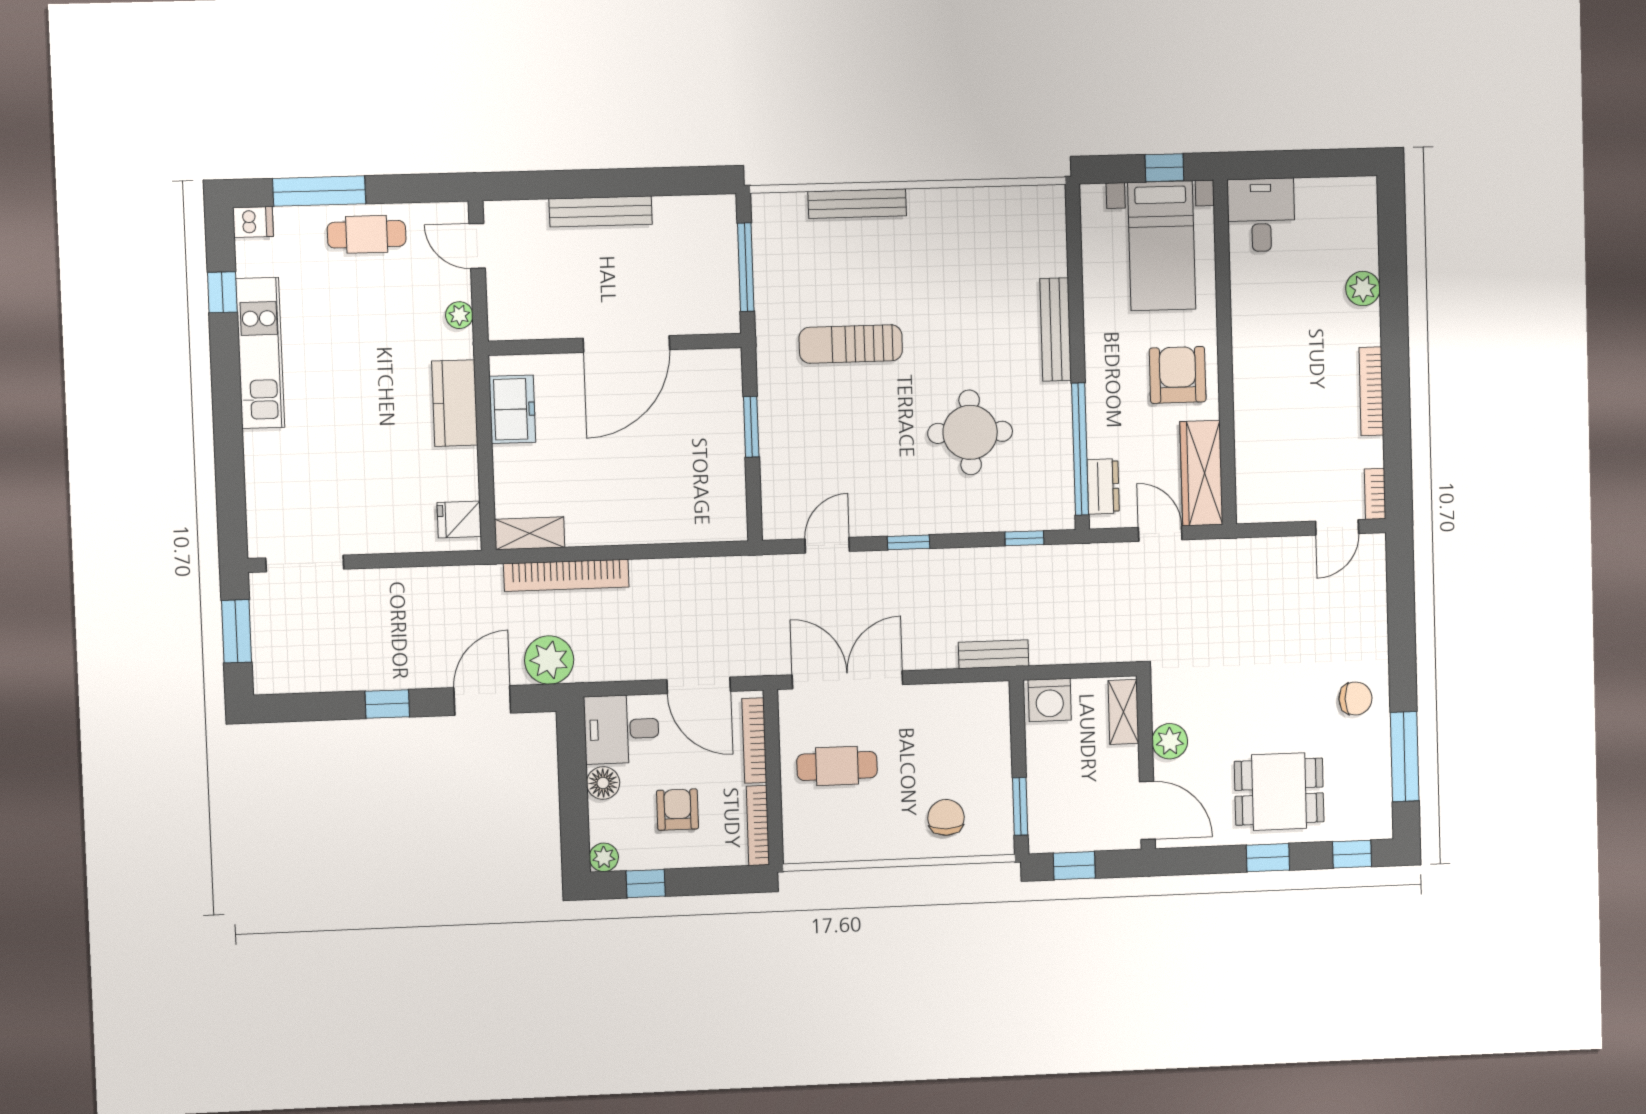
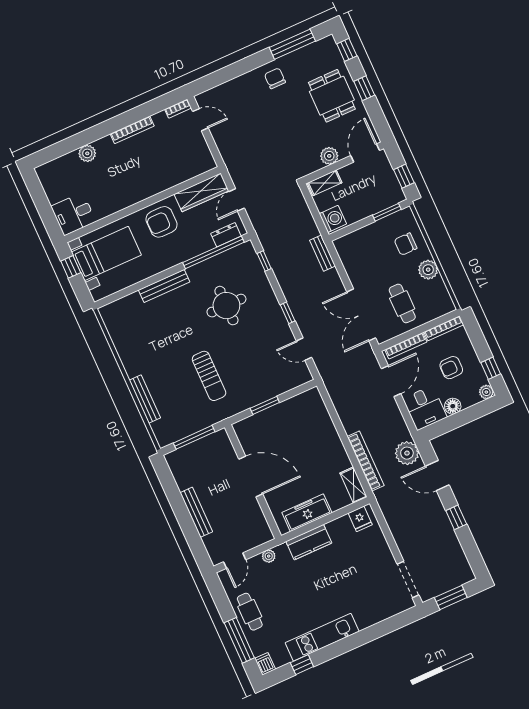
freezer: (512, 409) -> (307, 513), width x1.40
plant: (881, 841) -> (428, 270), added

